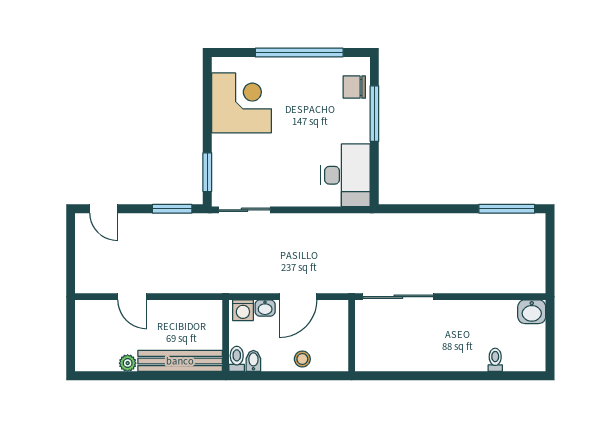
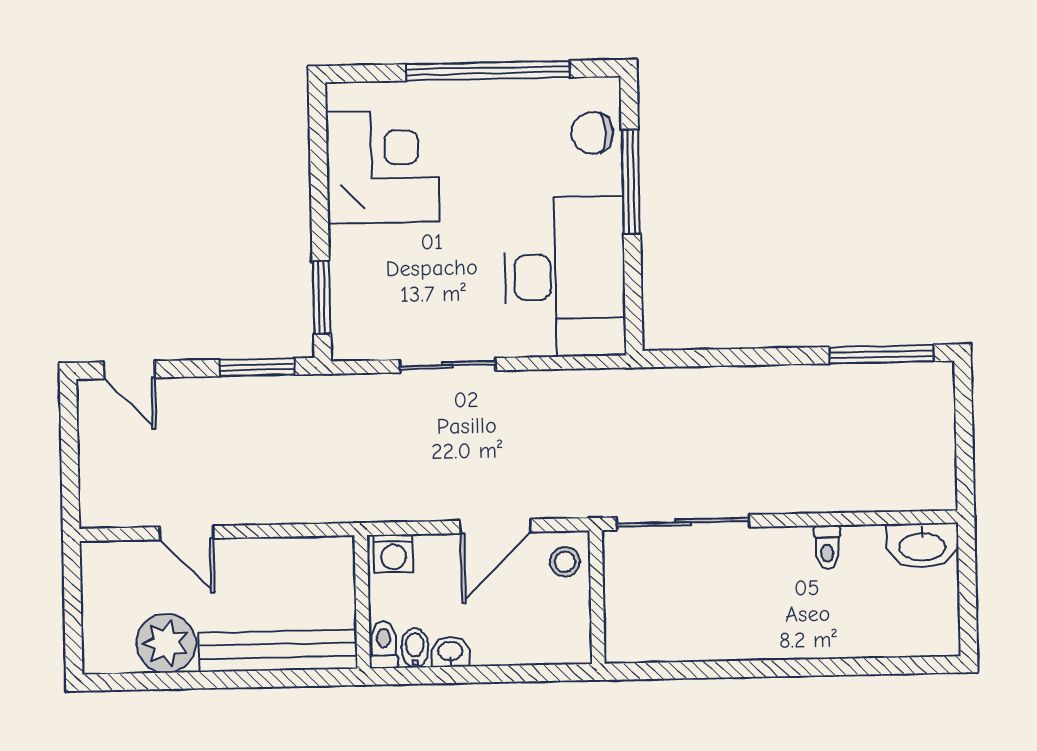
desk: (345, 175) -> (565, 277), width x1.36, depth x1.30
sliding door: (244, 210) -> (448, 365), moved
washbasin: (265, 308) -> (450, 652), moved, turned 180
washbasin: (532, 312) -> (922, 545), width x1.38
stool: (302, 359) -> (565, 562), moved
toilet: (495, 360) -> (827, 547), moved, turned 180
plant: (128, 363) -> (166, 643), width x1.88, depth x1.88

